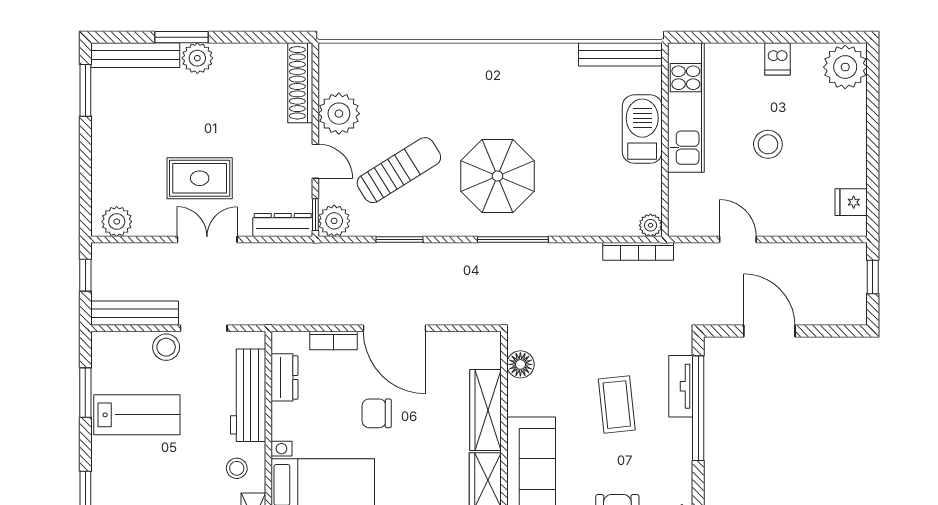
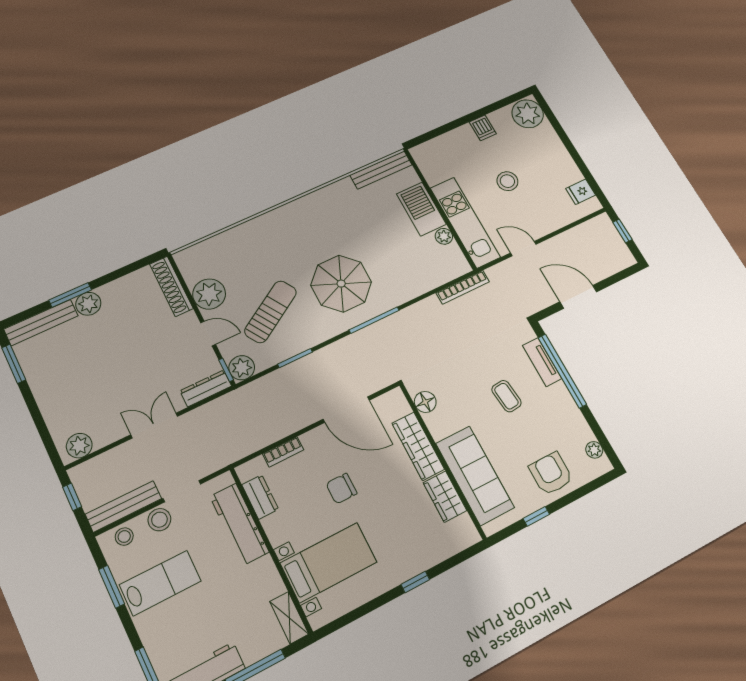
kitchen unit: (686, 107) -> (465, 222), moved
rug: (200, 178) -> (128, 385), removed
plant: (651, 225) -> (444, 236), moved
door: (395, 328) -> (346, 410), moved
coffee table: (617, 405) -> (506, 396), width x0.73, depth x0.77
stool: (237, 468) -> (124, 537), moved

